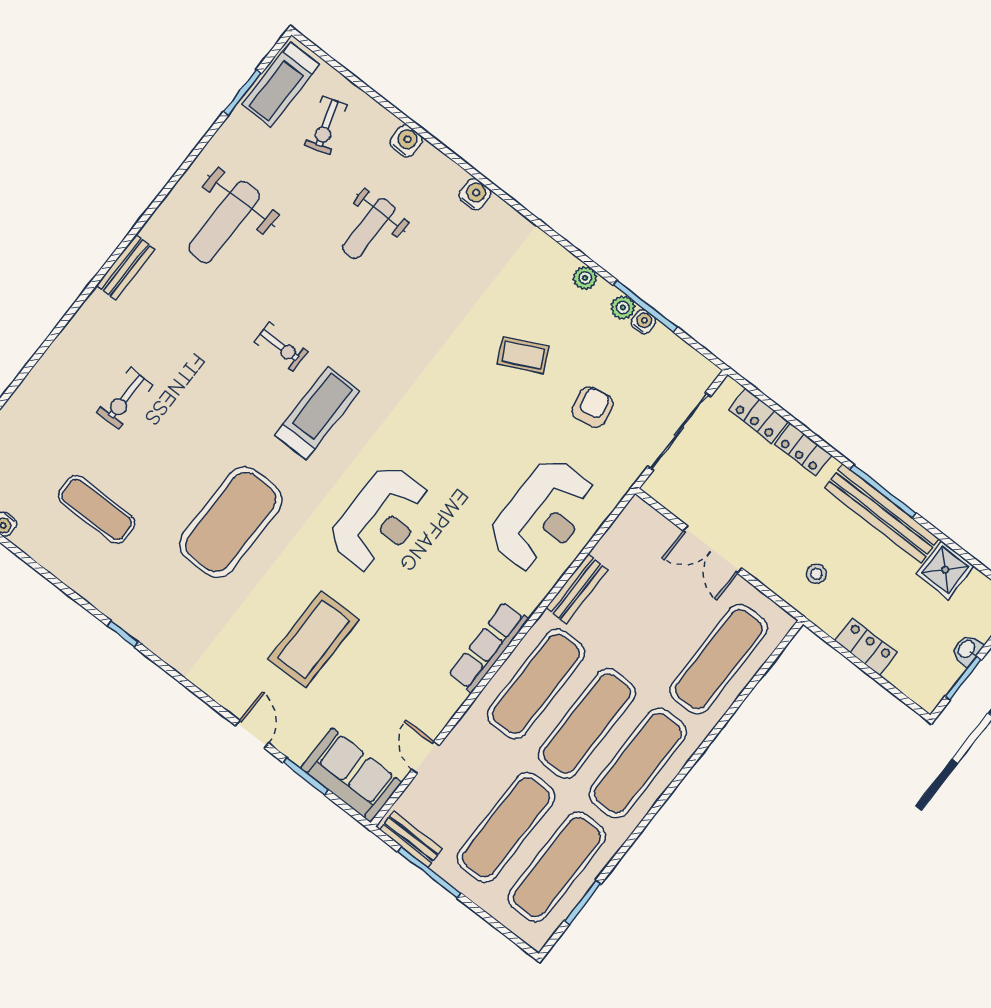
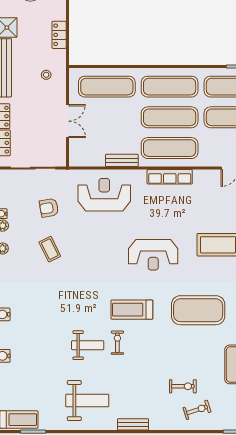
exercise bike: (326, 125) -> (197, 410), moved
weight bench: (369, 228) -> (88, 345), moved
reception desk: (381, 519) -> (153, 255), turned 180

